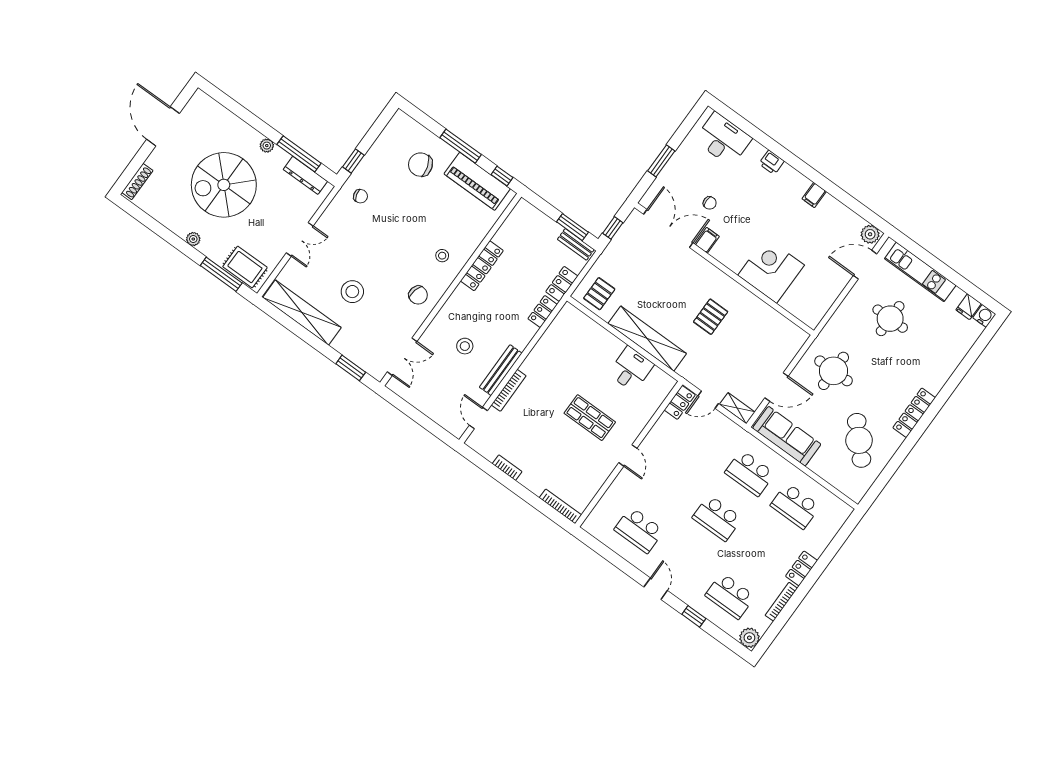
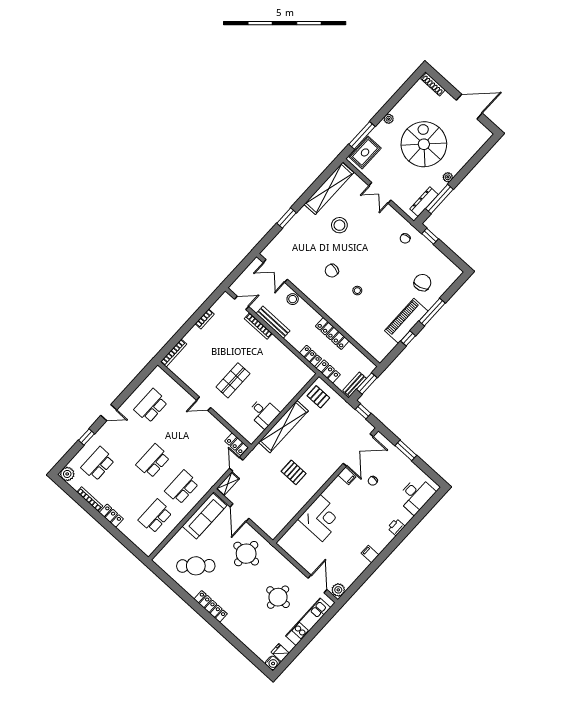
locker: (482, 266) -> (332, 334), moved
wall: (451, 290) -> (318, 310), moved
double door: (402, 357) -> (275, 271), moved

